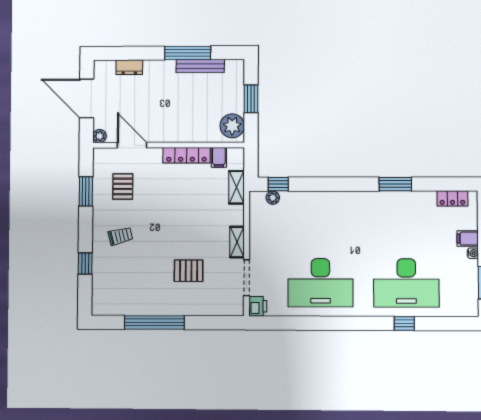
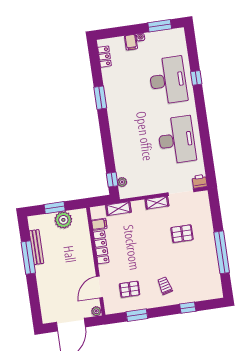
dresser: (129, 67) -> (44, 298), removed
plant: (232, 126) -> (63, 220), moved
pallet: (189, 271) -> (182, 234), turned 90

